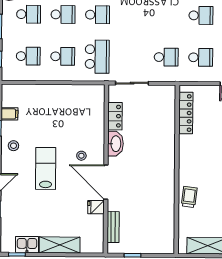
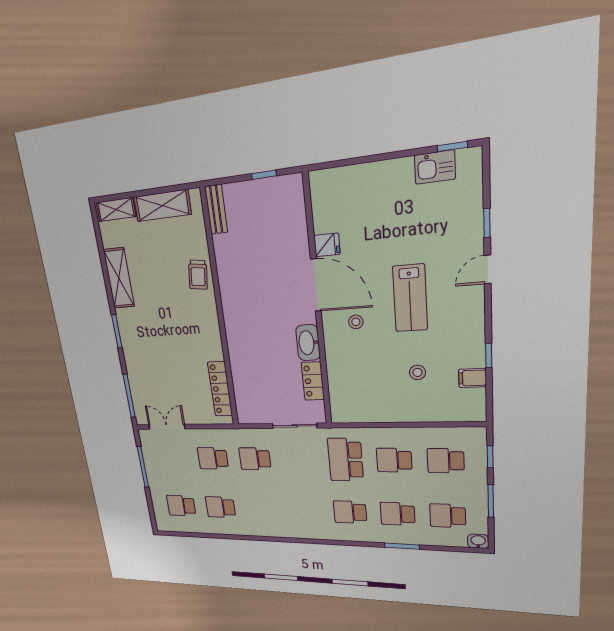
stool: (13, 146) -> (418, 372), moved
bench: (113, 227) -> (216, 209), moved
shelving: (60, 245) -> (379, 175), removed

